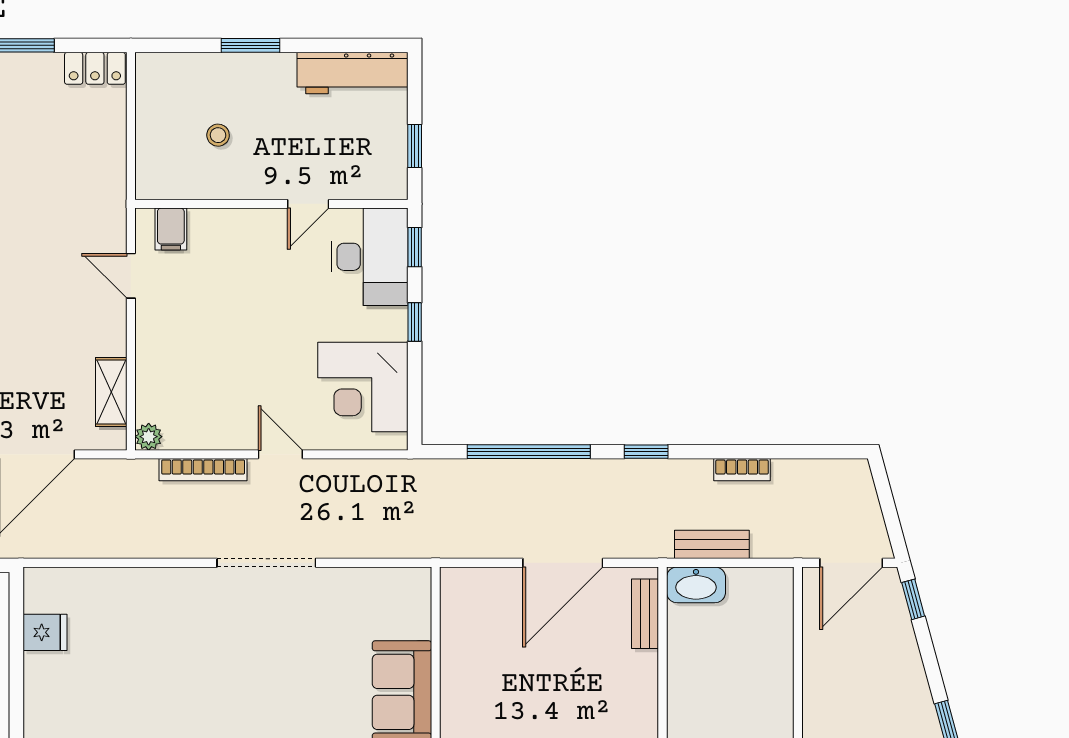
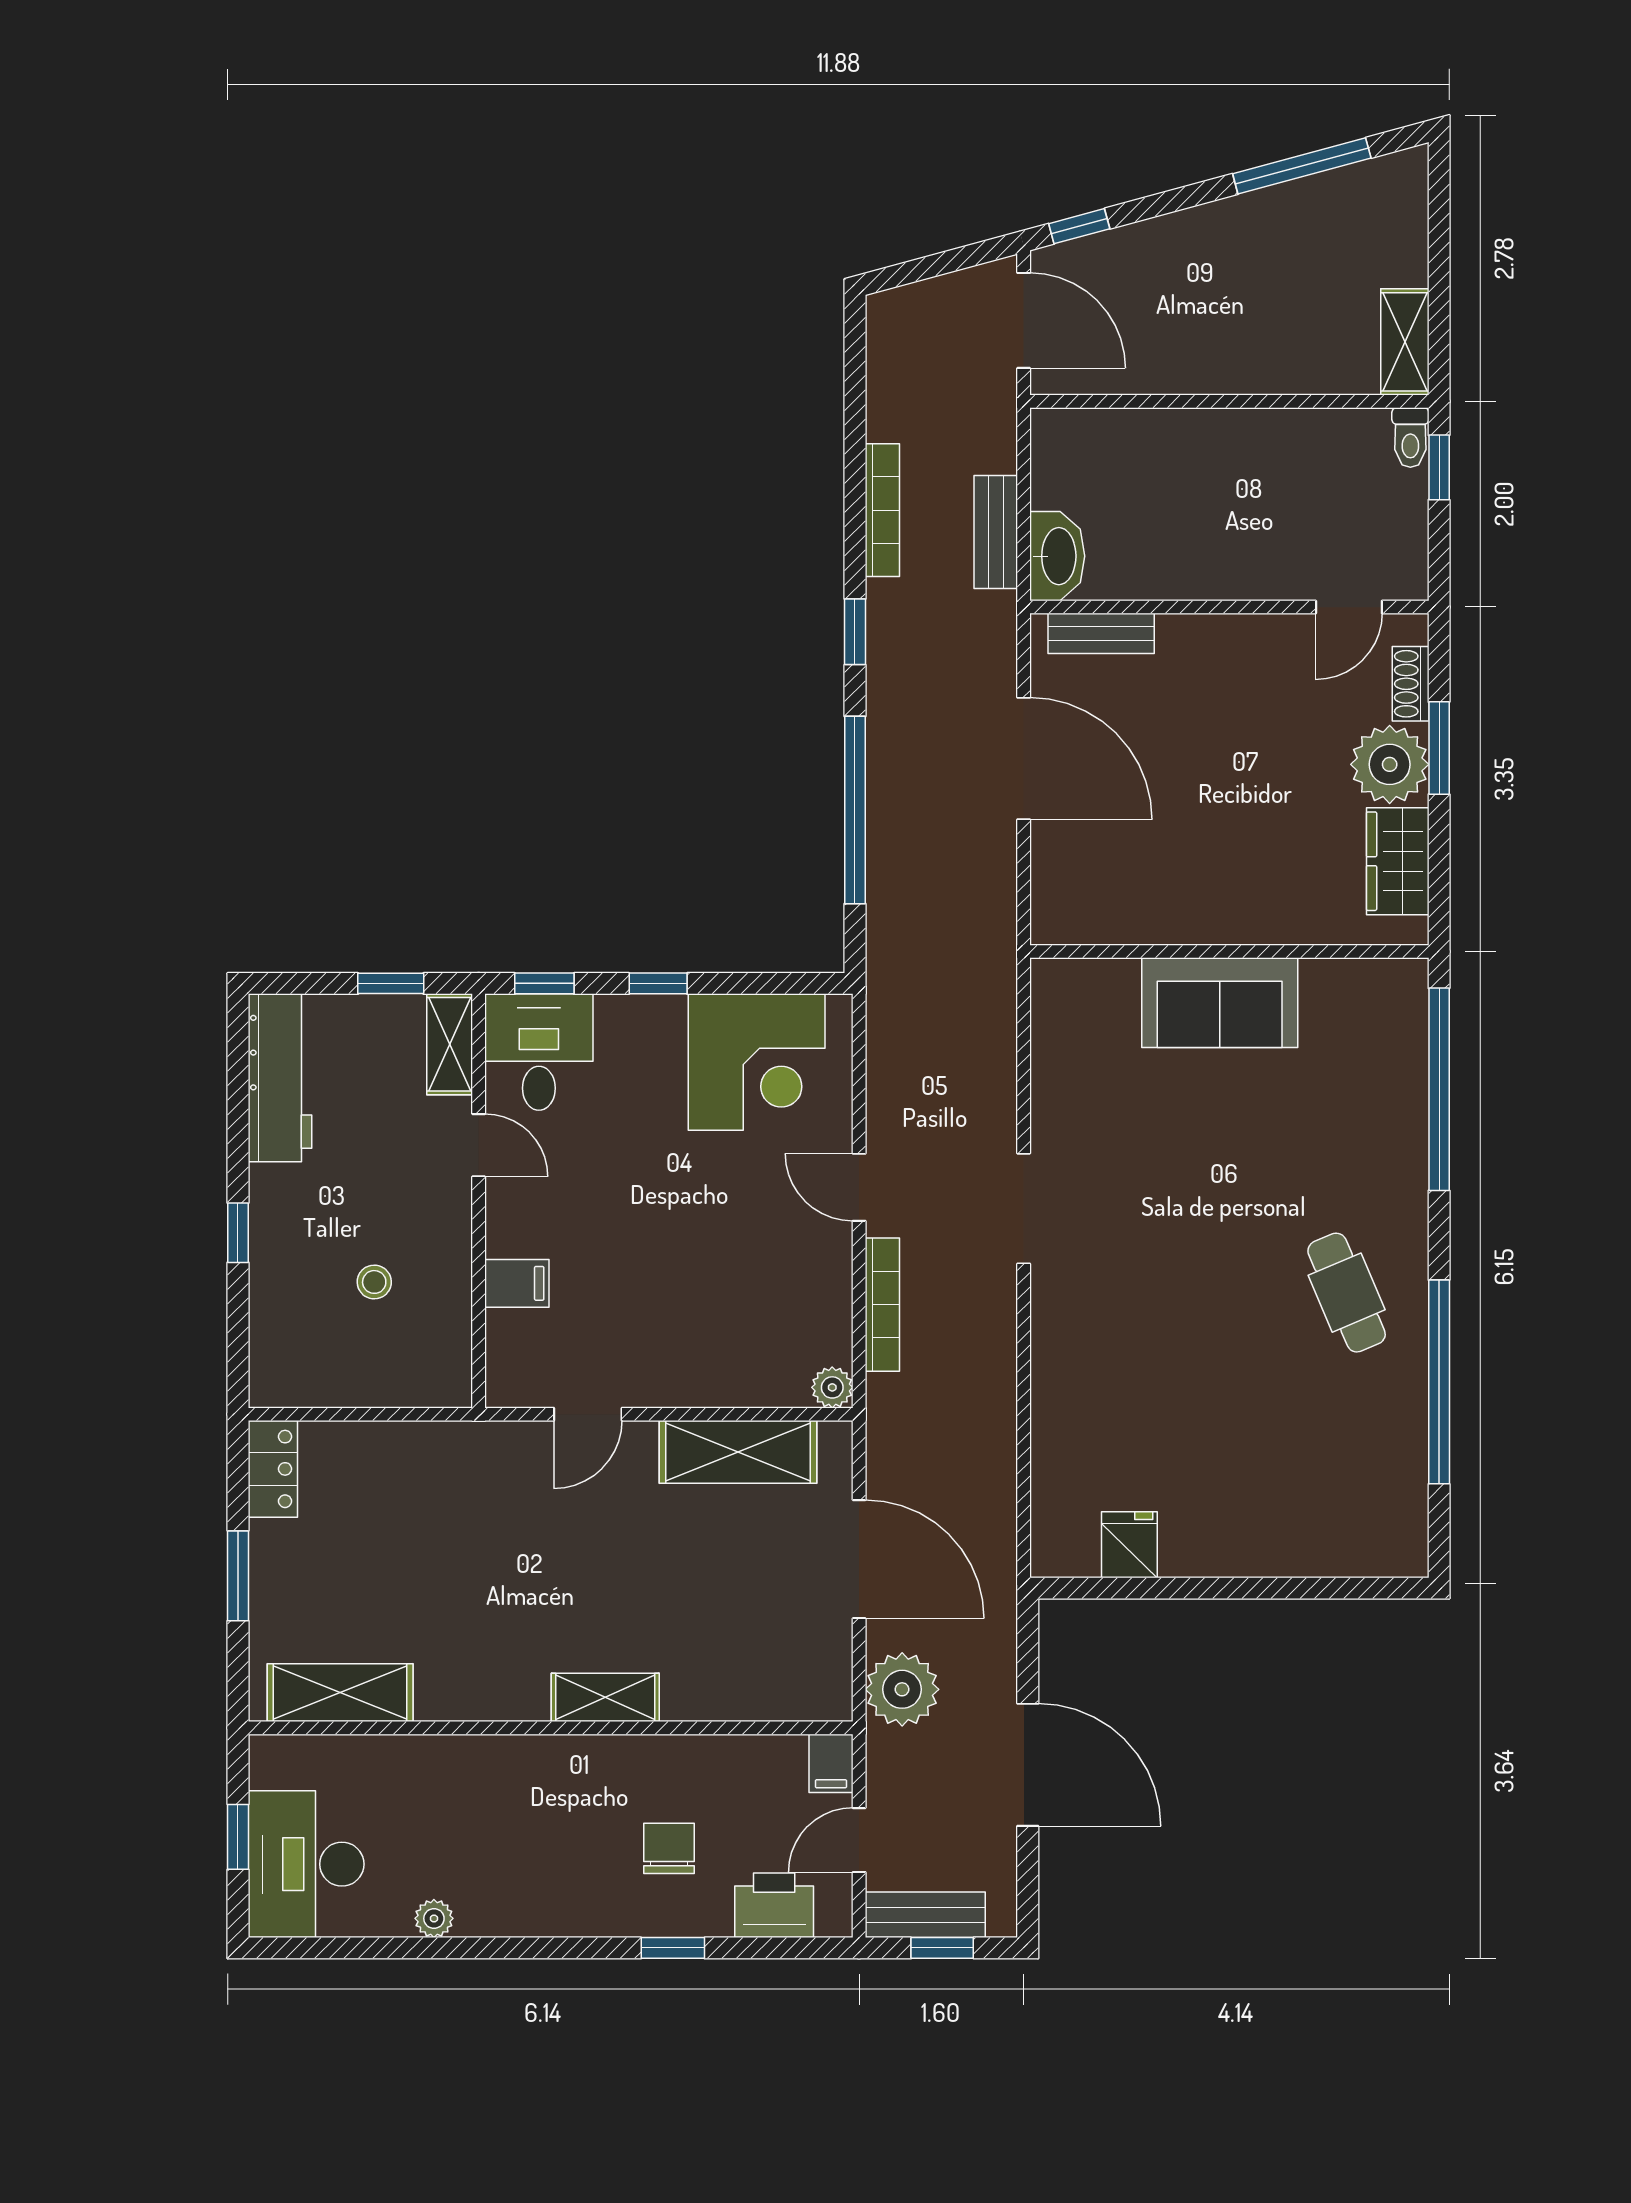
window: (251, 45) -> (238, 1233), width x0.67
shelving: (375, 185) -> (450, 1044), added
filing cabinet: (171, 229) -> (517, 1283), moved
desk: (369, 257) -> (539, 1052), width x0.73
shelving: (111, 392) -> (738, 1452), width x1.50, depth x1.33
door: (280, 454) -> (859, 1187), hinge flipped
bookcase: (742, 470) -> (882, 510), width x1.56
doorway: (266, 563) -> (1024, 1209), width x0.73

